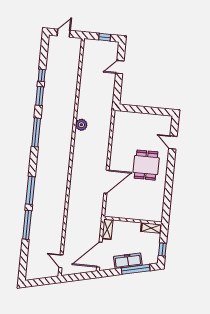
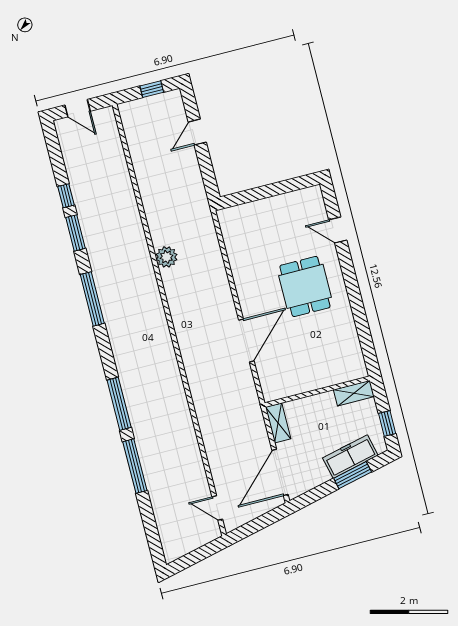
door: (64, 33) -> (77, 108), swing flipped
freezer: (128, 261) -> (350, 457), moved
window: (136, 269) -> (353, 475), width x0.69

